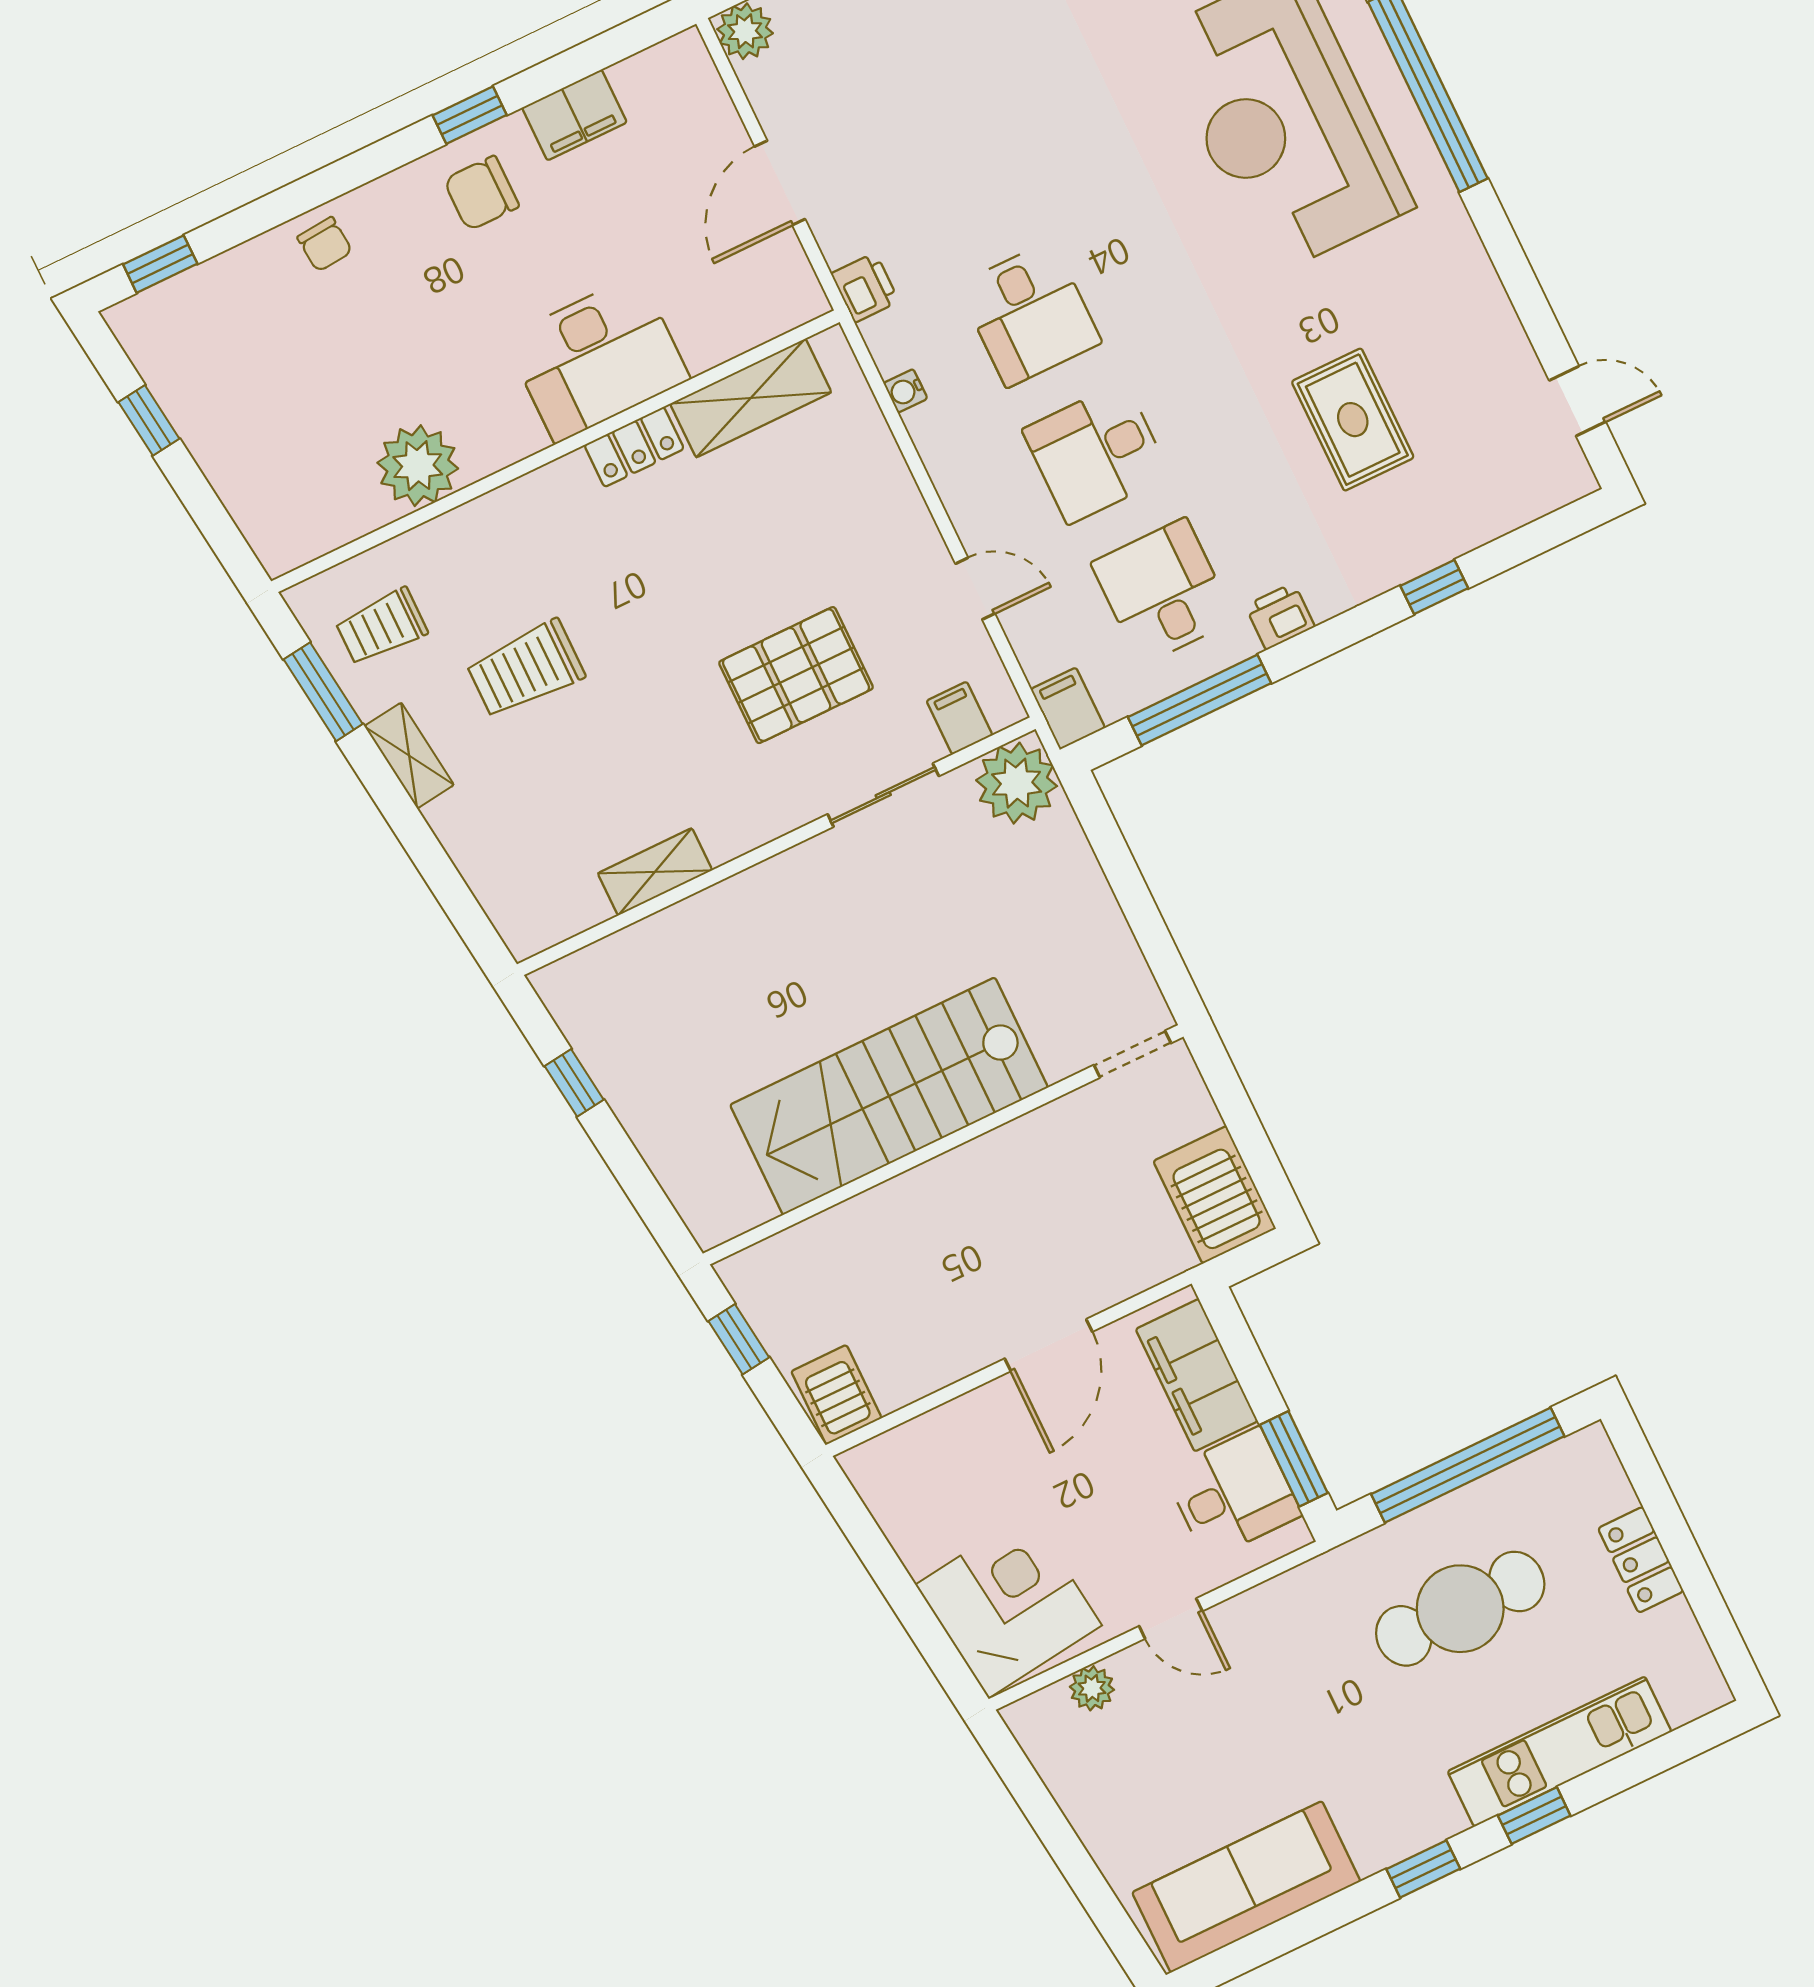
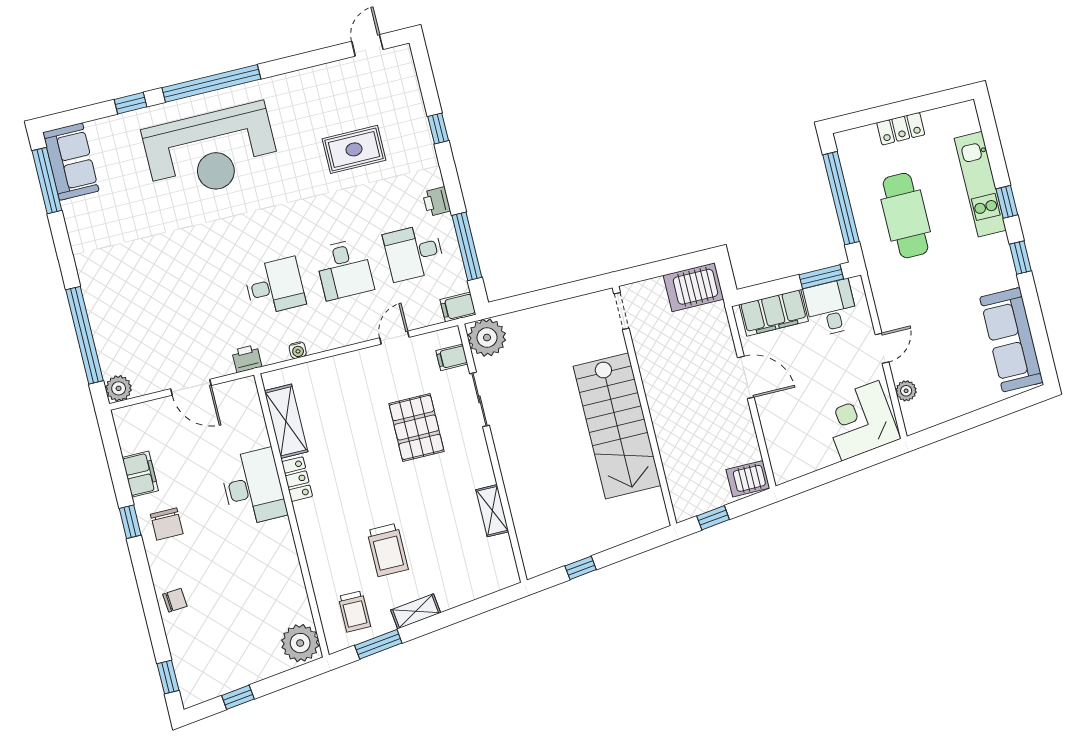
plant: (418, 466) -> (300, 643), moved

